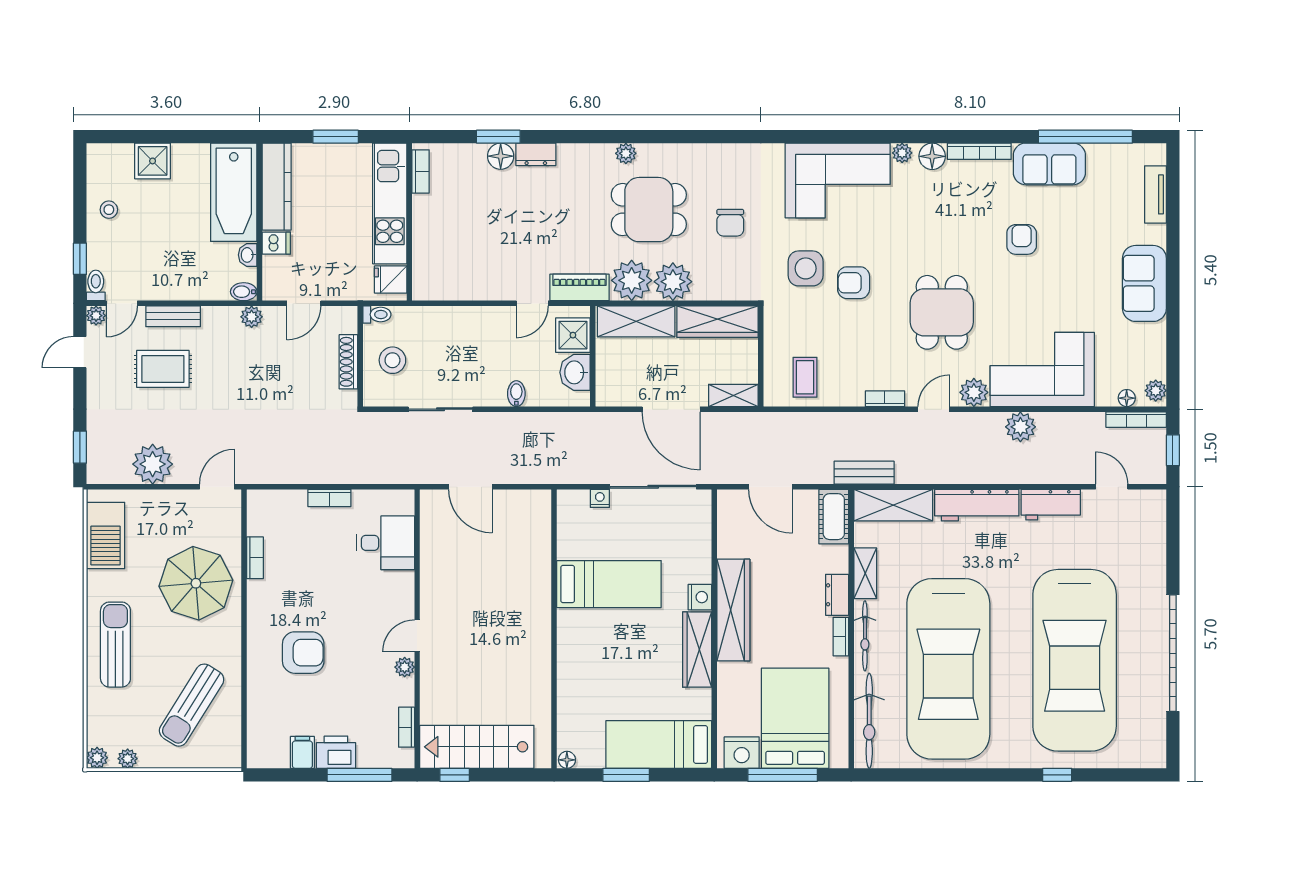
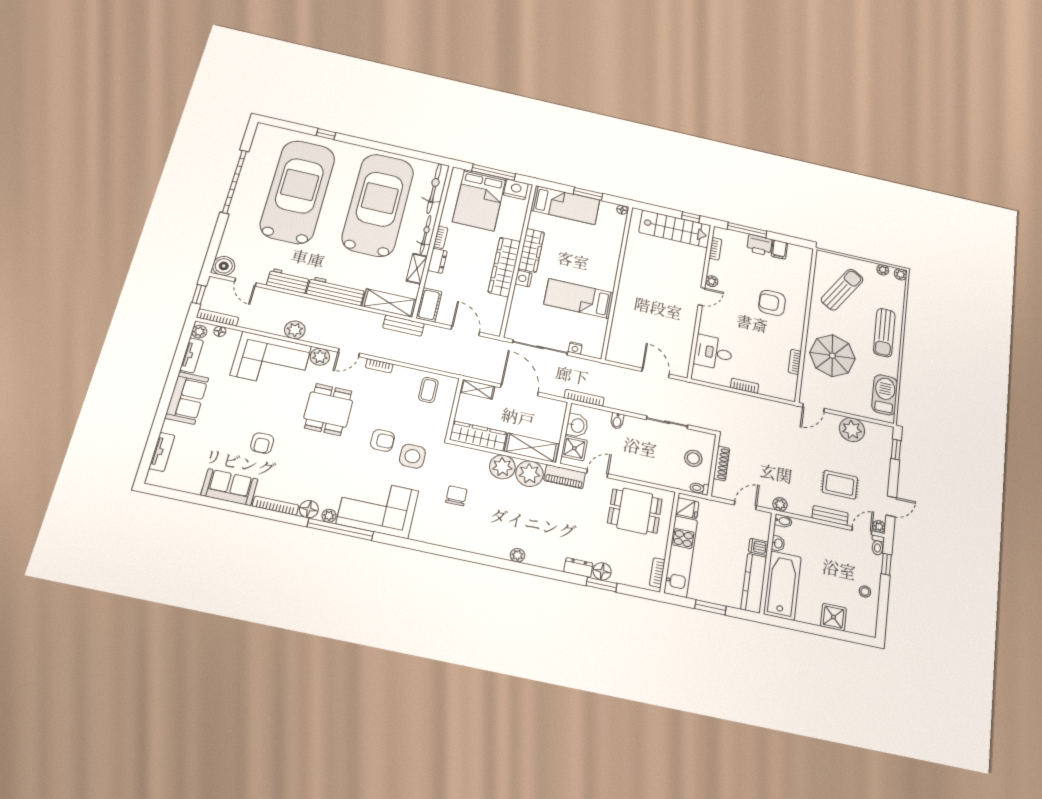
window: (1085, 137) -> (340, 529), moved
dining table: (649, 210) -> (635, 511), moved
tv unit: (1156, 351) -> (192, 355), added
bookcase: (572, 420) -> (584, 398), added
boiler: (1150, 506) -> (224, 266), added

